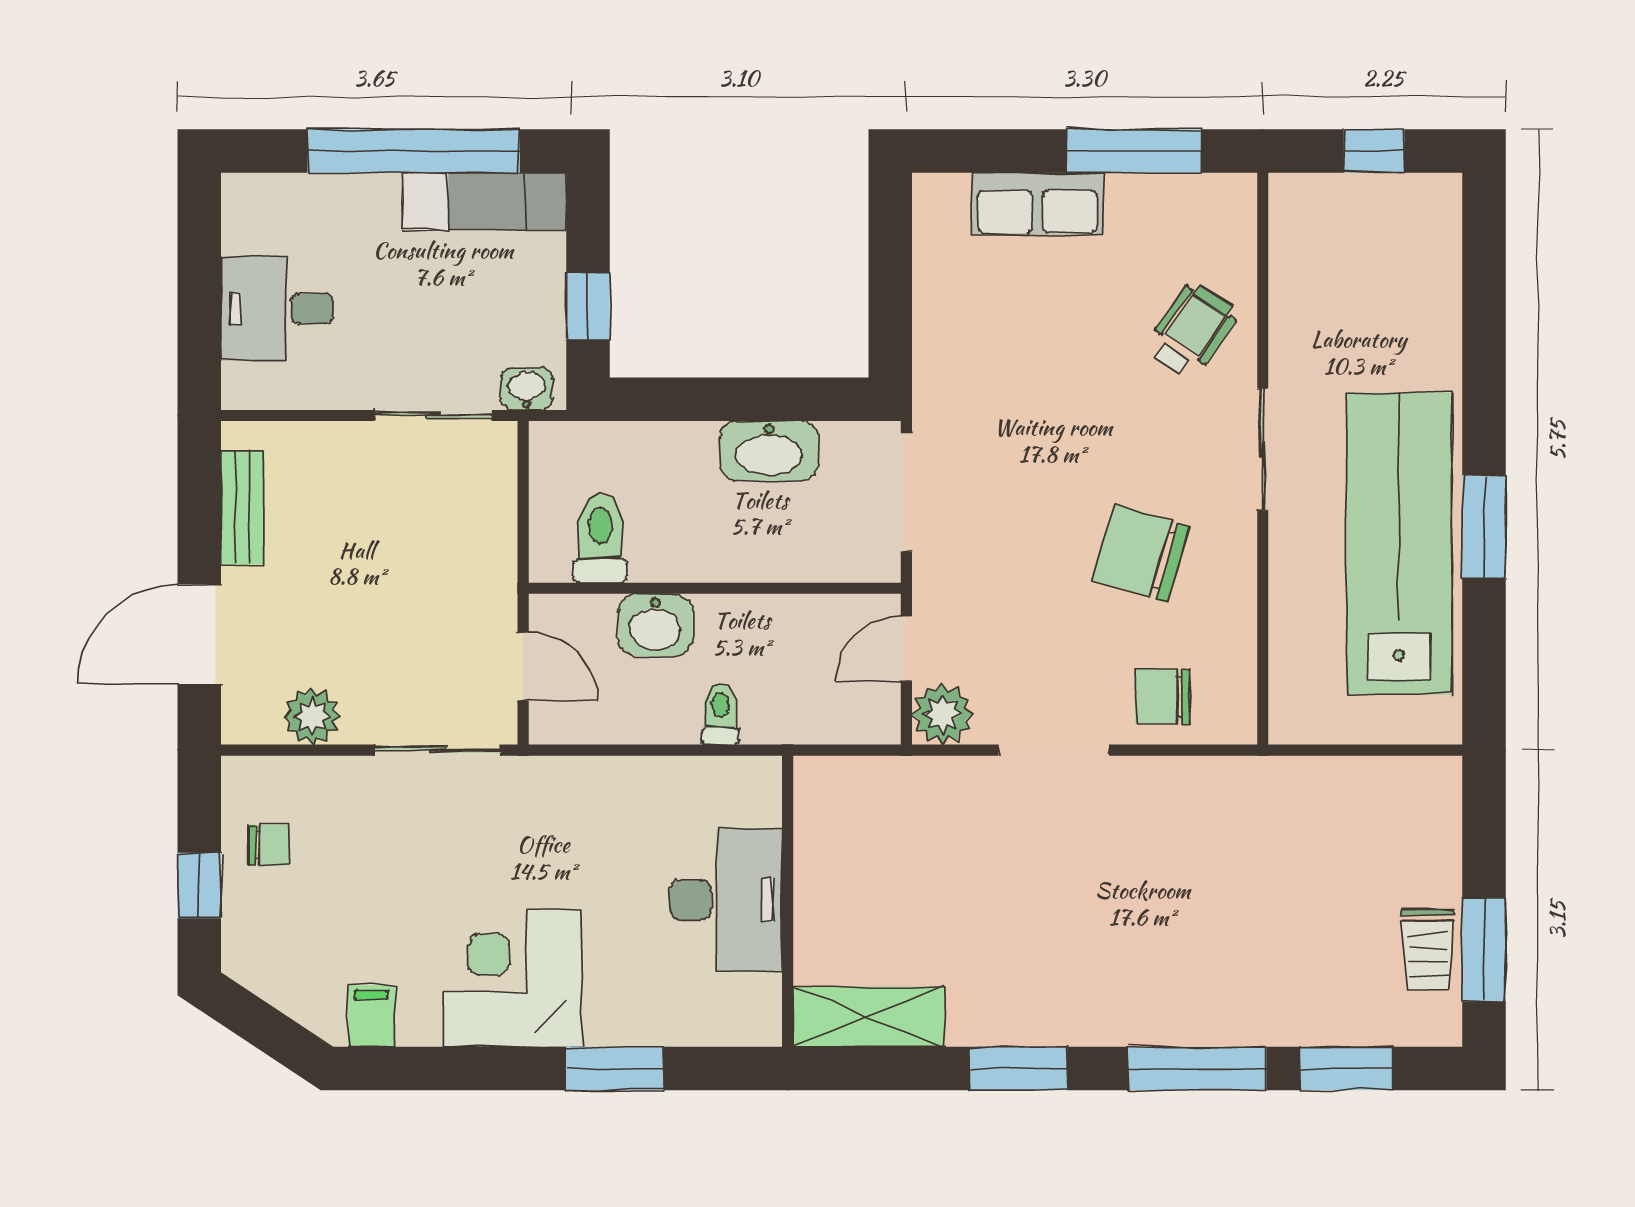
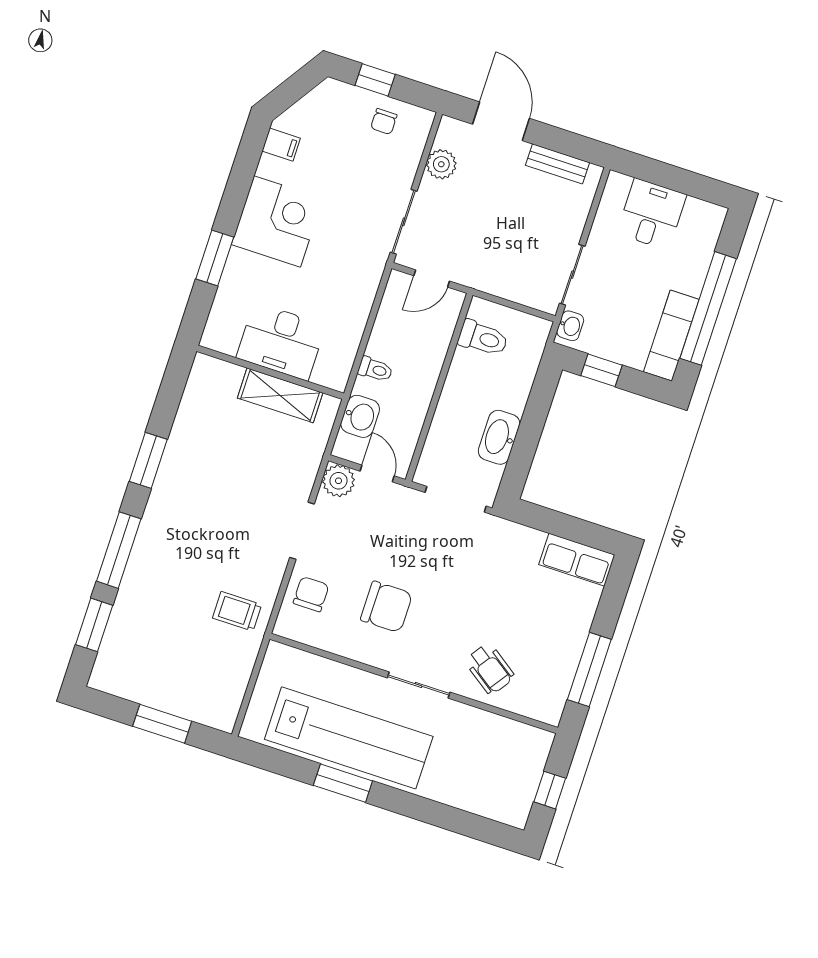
row of seats: (1038, 204) -> (577, 560), moved, turned -90
chair: (1141, 553) -> (386, 607), turned 73
washbasin: (655, 625) -> (360, 416), moved, turned 180
trolley: (1428, 950) -> (237, 611), moved
window: (1484, 950) -> (162, 724), moved
shelving: (869, 1017) -> (280, 395), moved, turned 90

